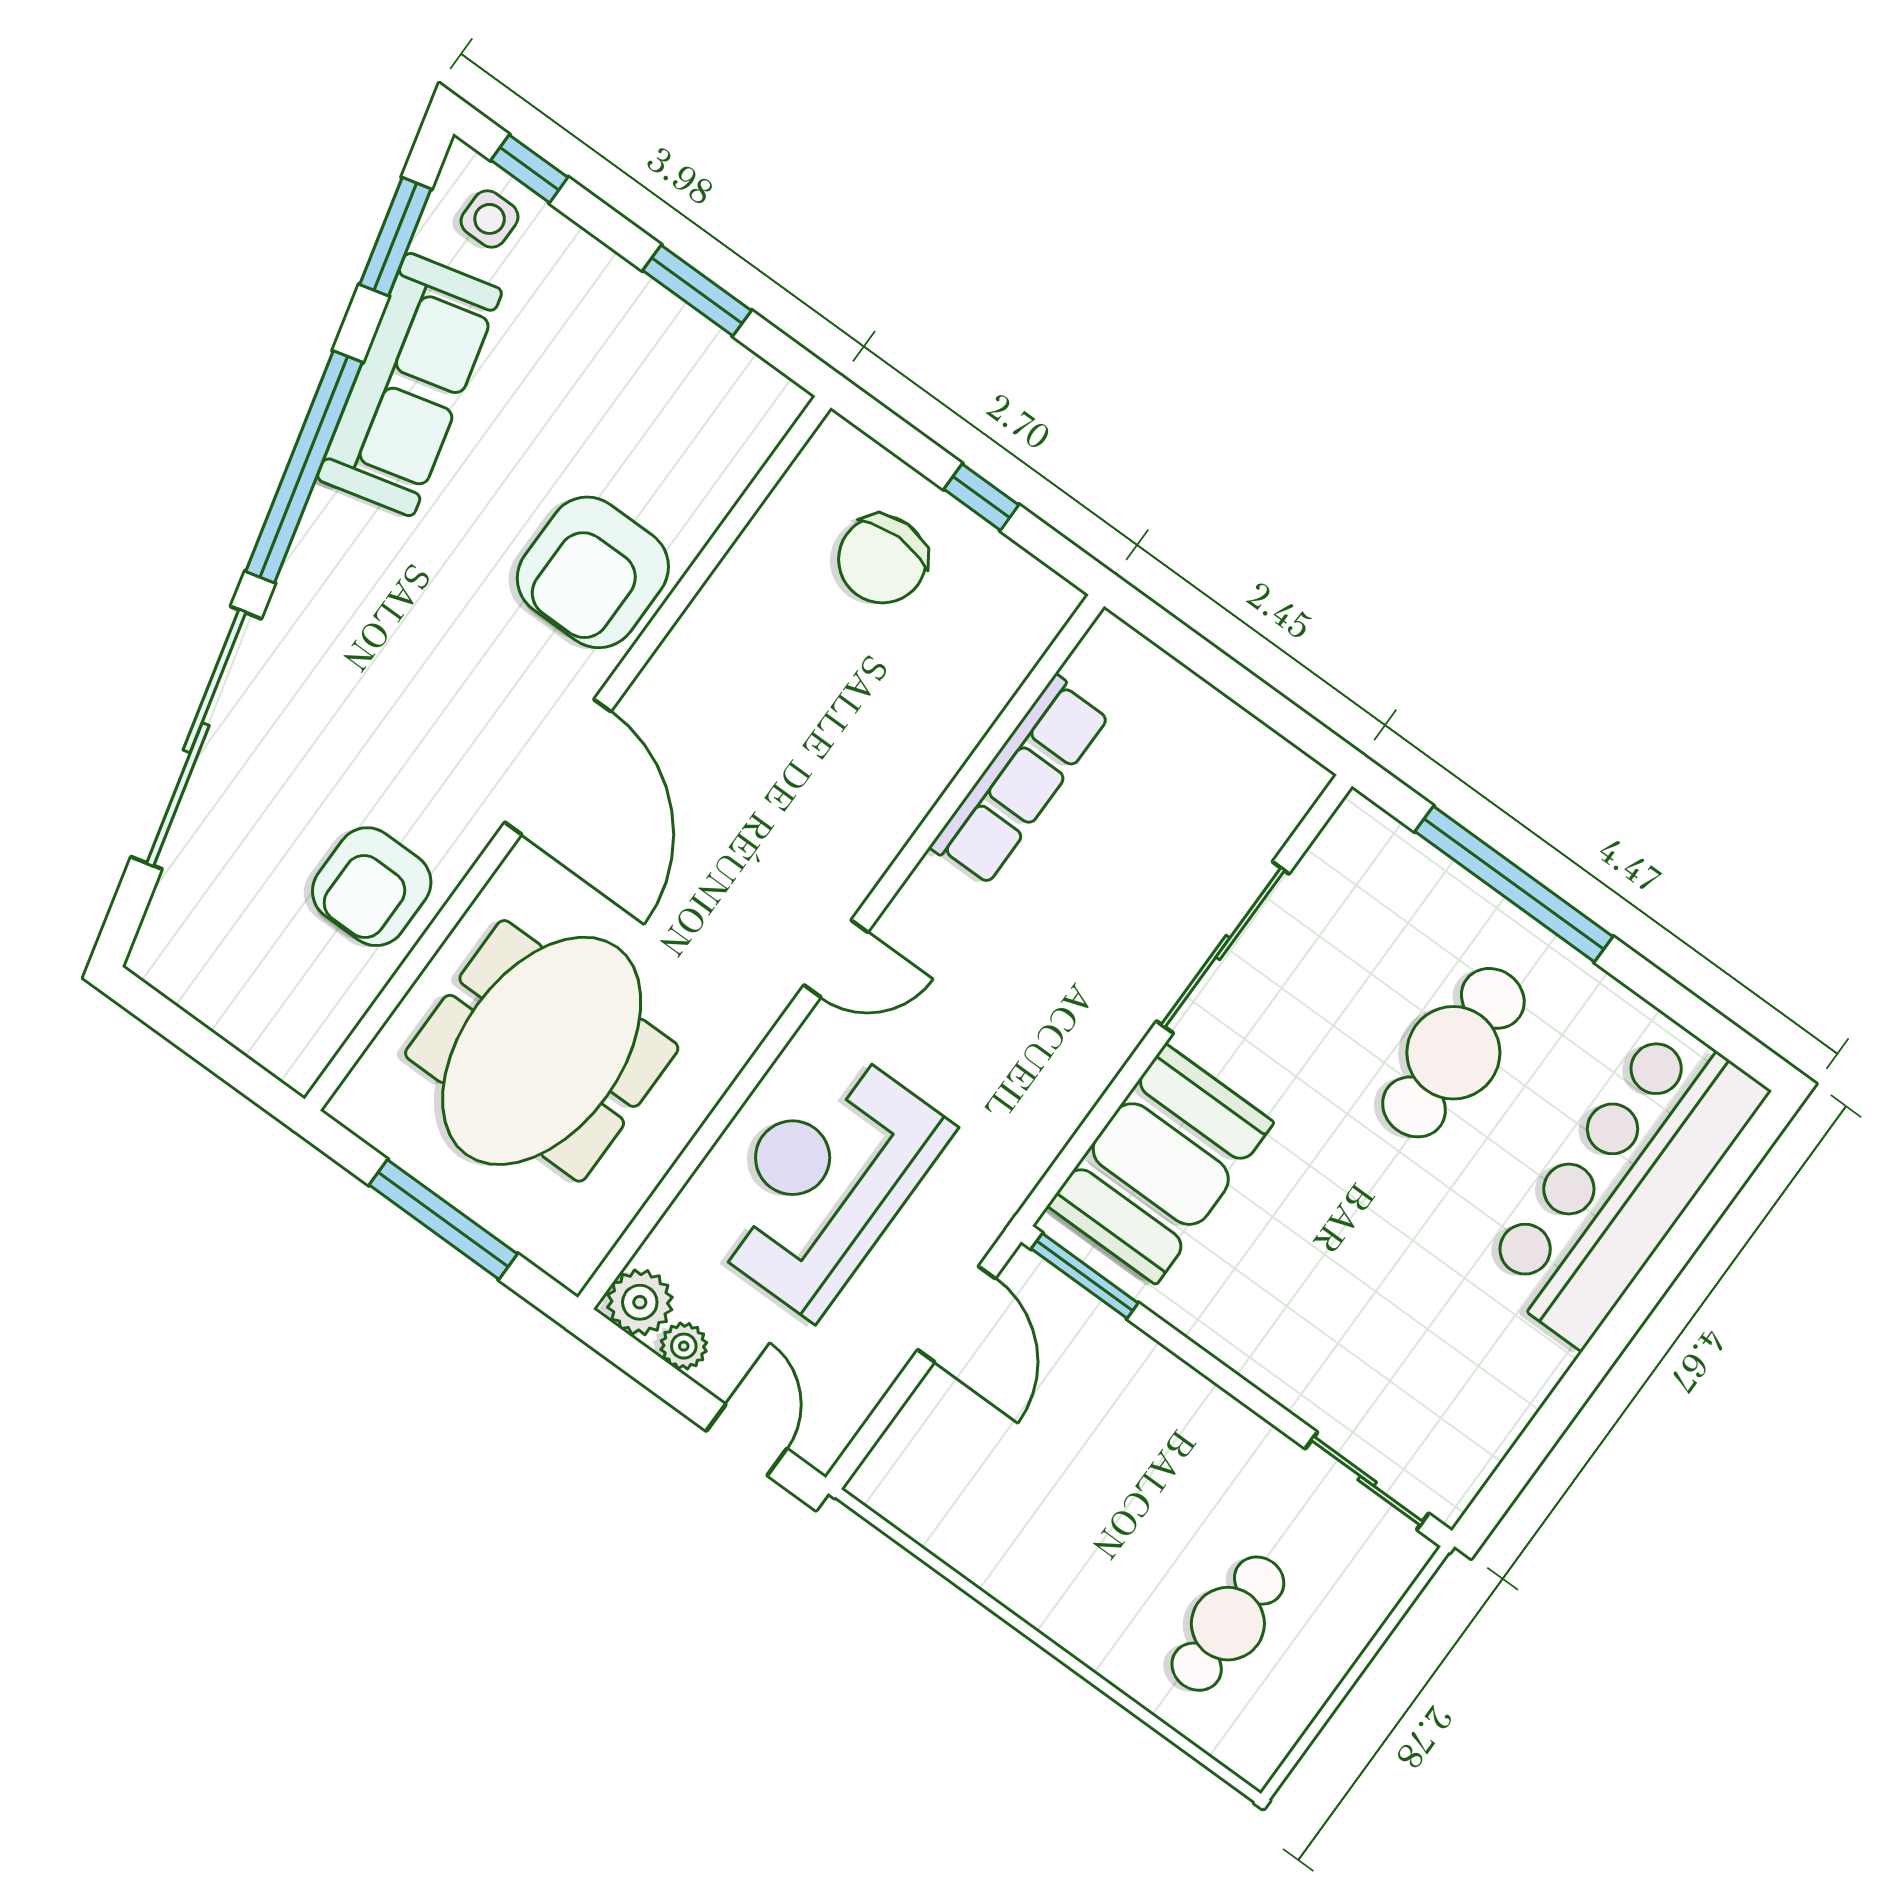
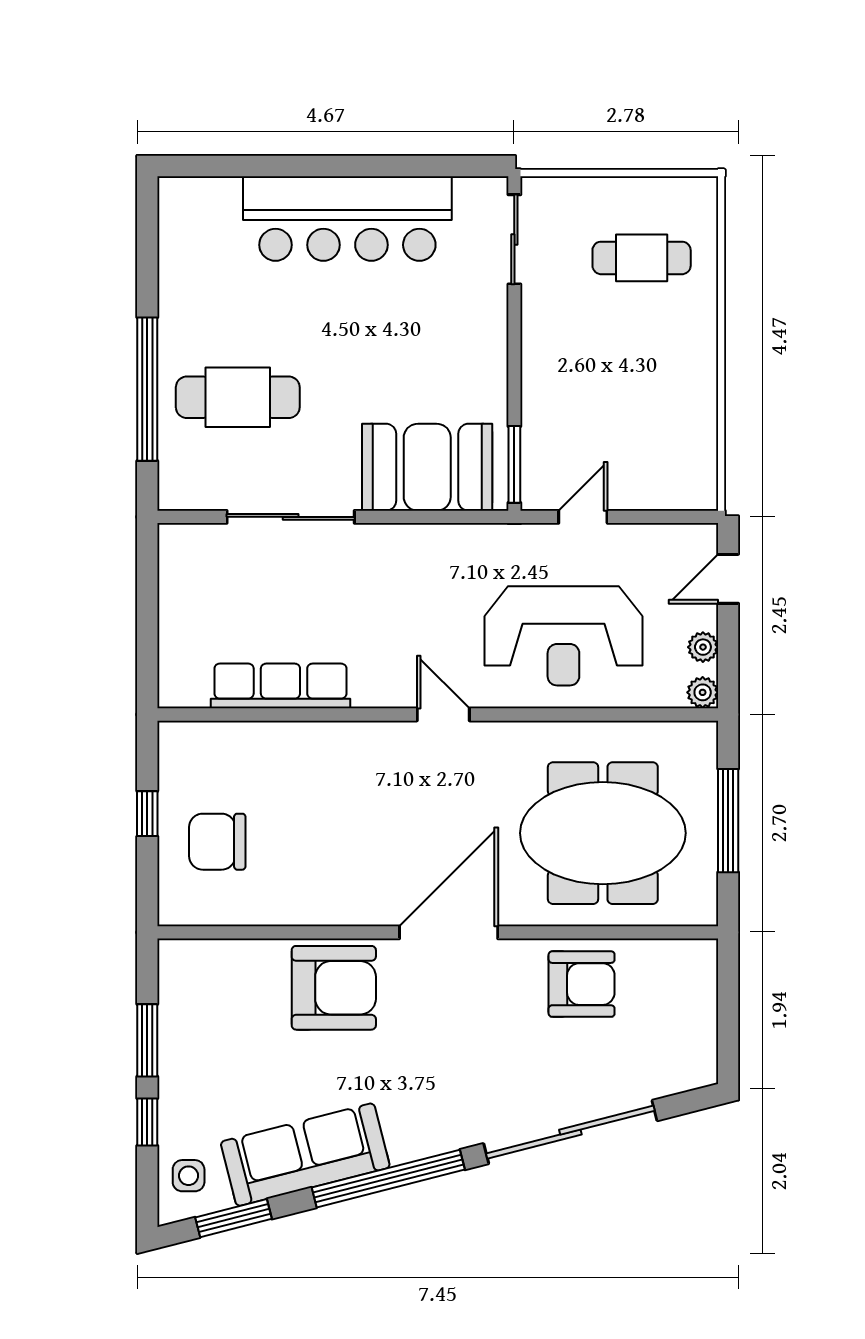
window: (529, 169) -> (147, 1122), moved
chair: (882, 559) -> (217, 842), turned 180
cafe table: (1453, 1053) -> (238, 397), moved
bar counter: (1624, 1183) -> (347, 218), moved
plant: (640, 1302) -> (703, 692), width x0.73, depth x0.73
door: (957, 1314) -> (583, 517), width x0.73

